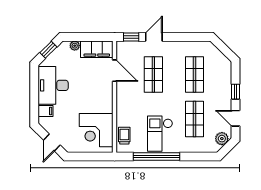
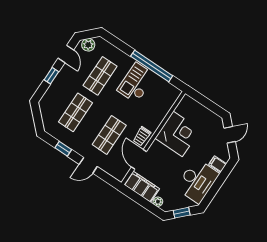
window: (131, 37) -> (63, 149), moved
corner desk: (96, 130) -> (178, 134), moved
checkout: (160, 134) -> (136, 83), turned 180
trolley: (124, 136) -> (142, 136), moved

